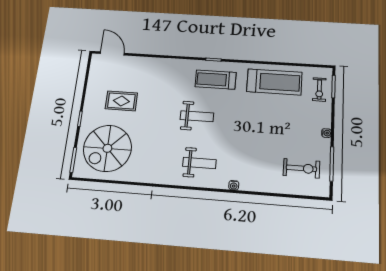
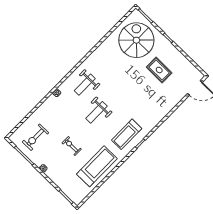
treadmill: (216, 80) -> (127, 134), turned 180
treadmill: (274, 82) -> (97, 166), turned 180
exercise bike: (319, 89) -> (72, 146), moved
rug: (121, 101) -> (159, 70), turned 90
weight bench: (197, 116) -> (97, 112), moved

